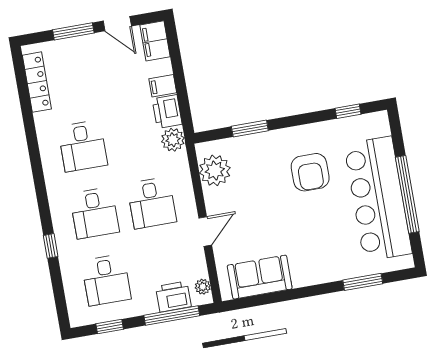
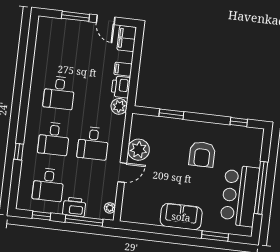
locker: (37, 82) -> (42, 42), removed
plant: (215, 170) -> (139, 150), moved
bar counter: (378, 199) -> (240, 196), width x0.73
sofa: (260, 277) -> (181, 217), moved
printer: (173, 297) -> (74, 207), moved

